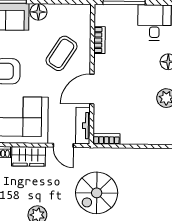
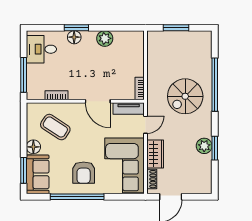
coffee table: (61, 53) -> (55, 127), moved
spiral stairs: (97, 193) -> (185, 96), turned 90

